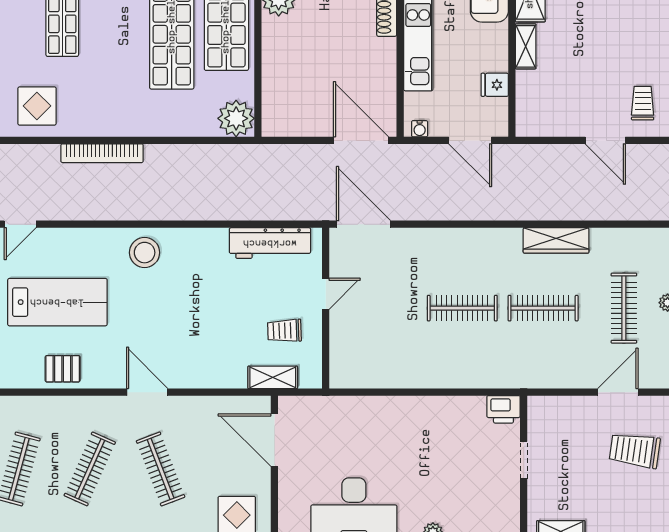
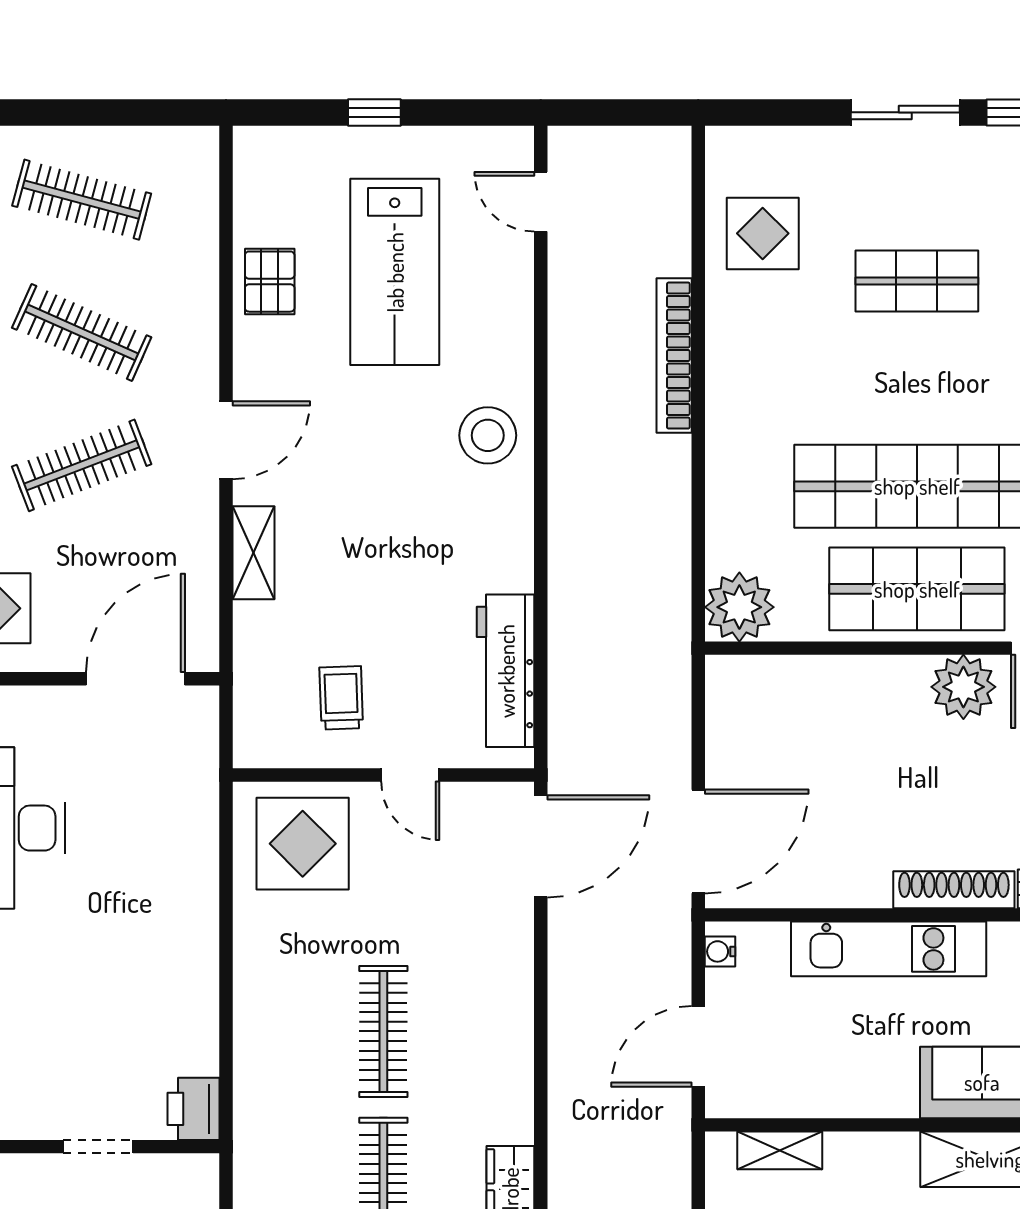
shelving: (526, 46) -> (780, 1150), moved
fridge: (495, 85) -> (803, 1092), removed
display table: (362, 351) -> (303, 844), added
shelving: (273, 377) -> (253, 553), moved

